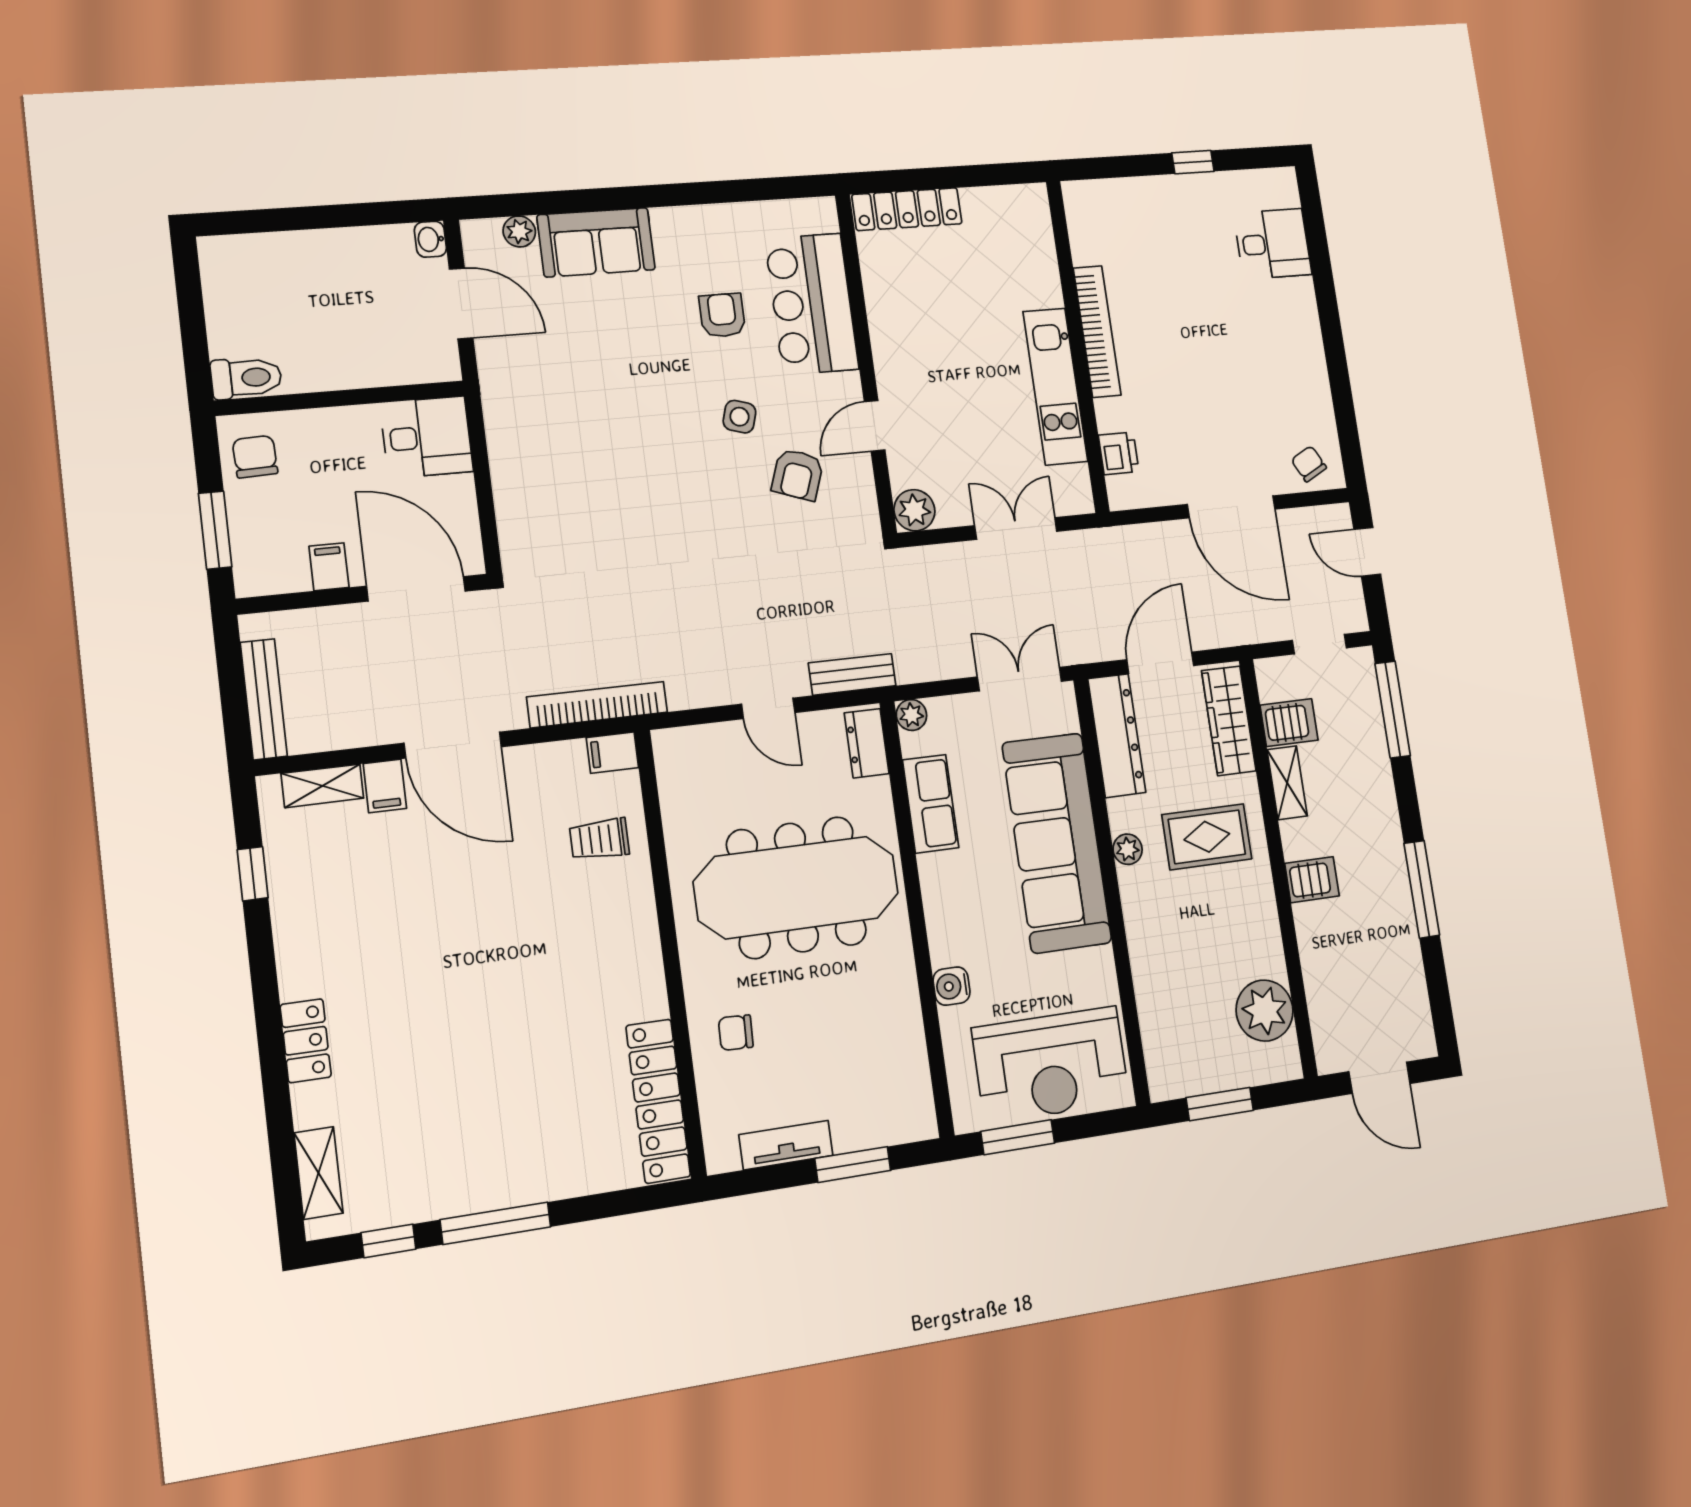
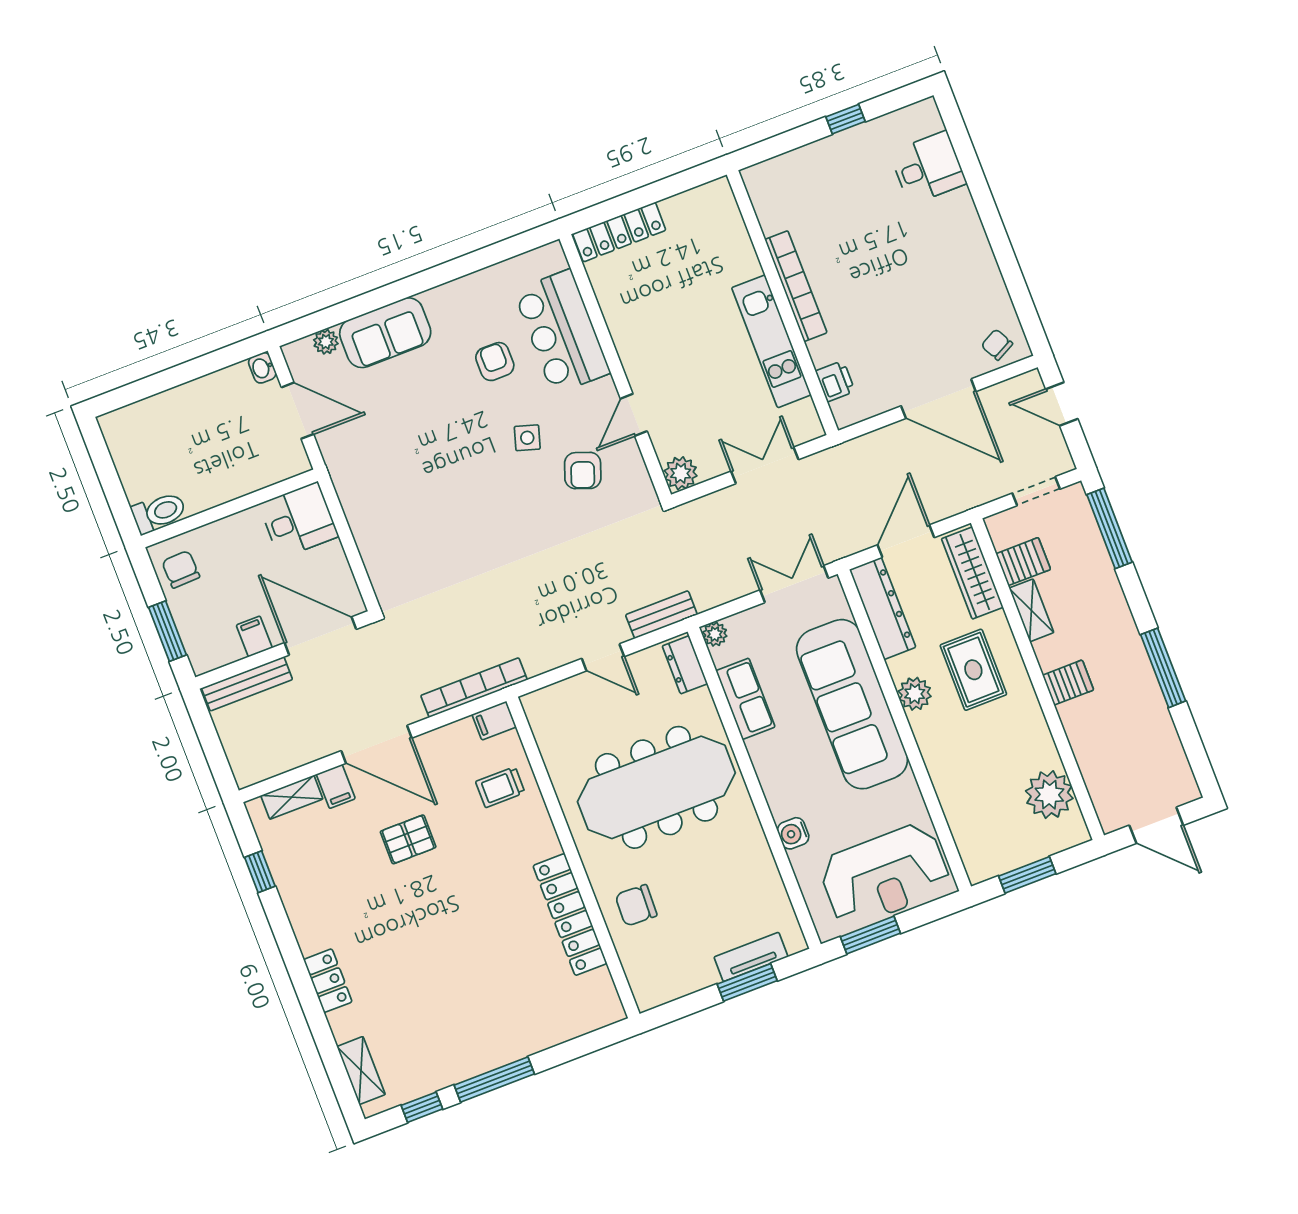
bench: (264, 699) -> (247, 684), moved, turned 90
rug: (1207, 837) -> (973, 670), turned 90
plant: (1128, 849) -> (915, 694), width x1.38, depth x1.38
pallet: (462, 878) -> (408, 839), added
chair: (736, 1033) -> (636, 905), width x1.37, depth x1.37
locker: (658, 1101) -> (570, 915), moved
tv unit: (786, 1145) -> (751, 957), moved

